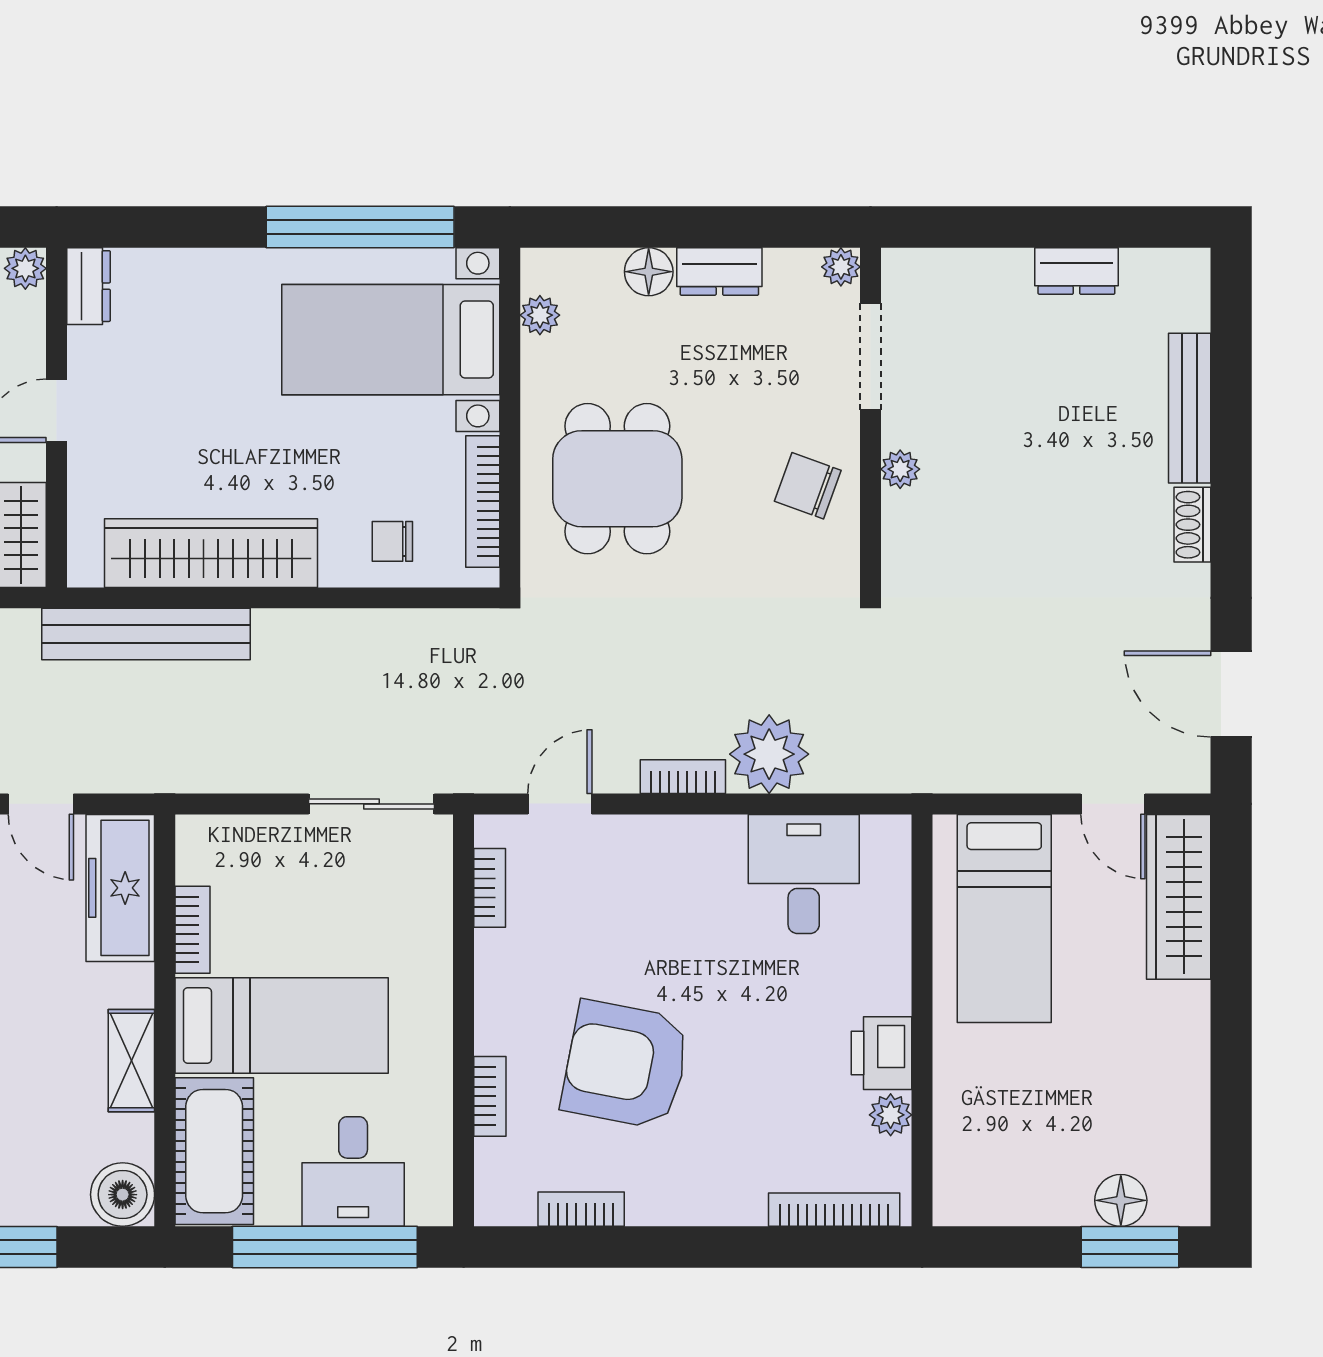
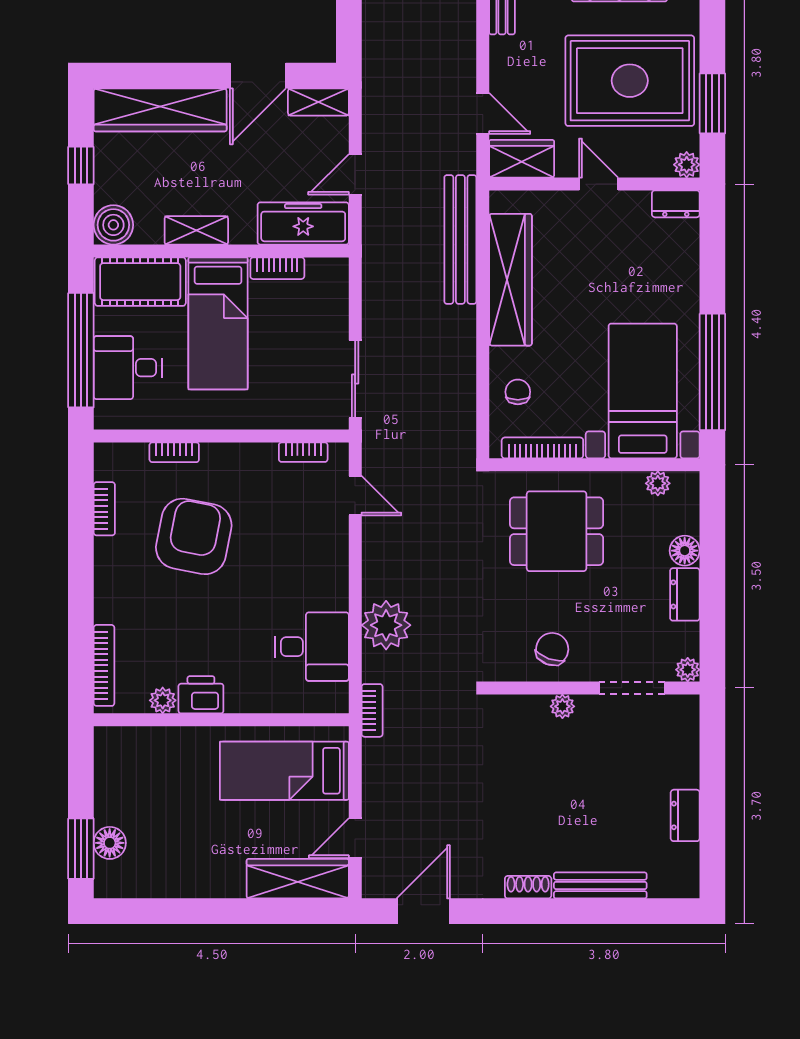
bookcase: (683, 777) -> (372, 710), moved

